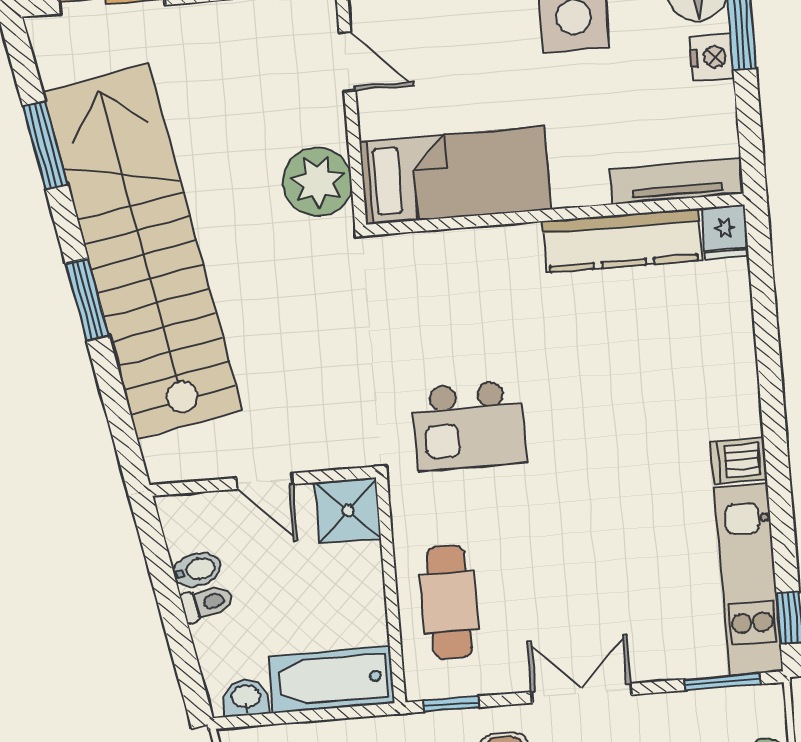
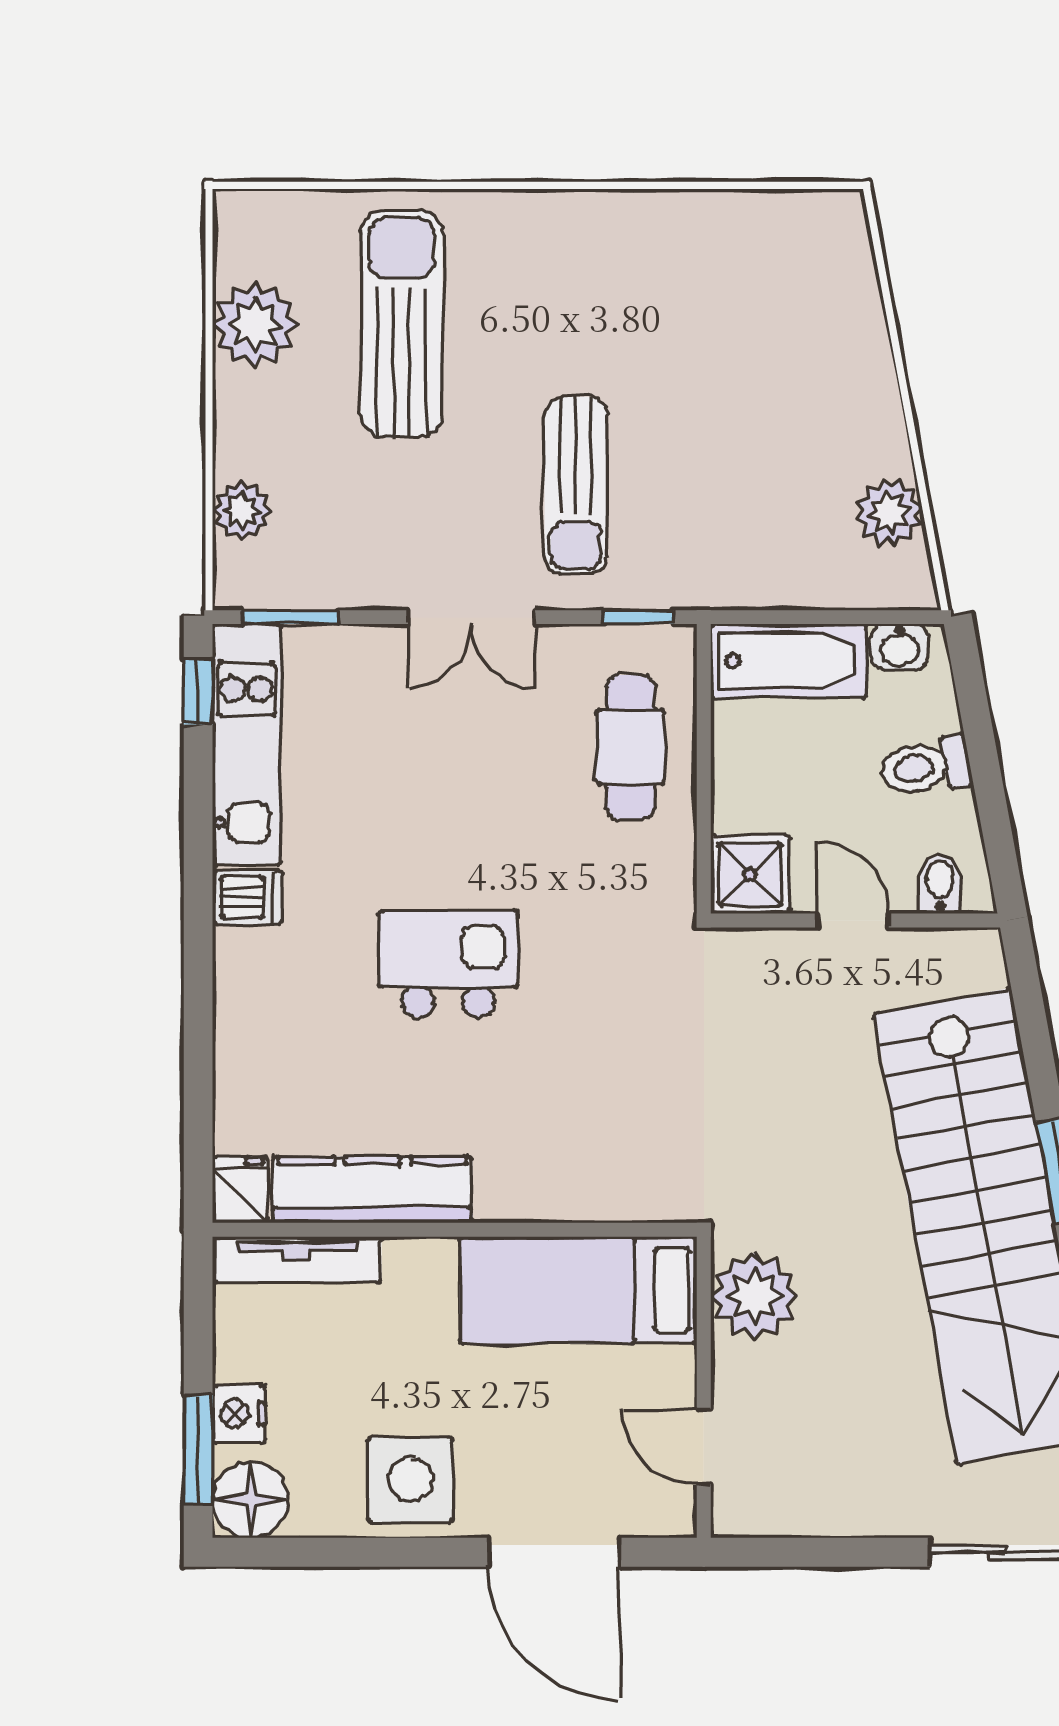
kitchen island: (469, 426) -> (448, 964), moved
bidet: (197, 570) -> (940, 884), moved, turned 101
toilet: (207, 603) -> (926, 766), width x1.37, depth x1.39

